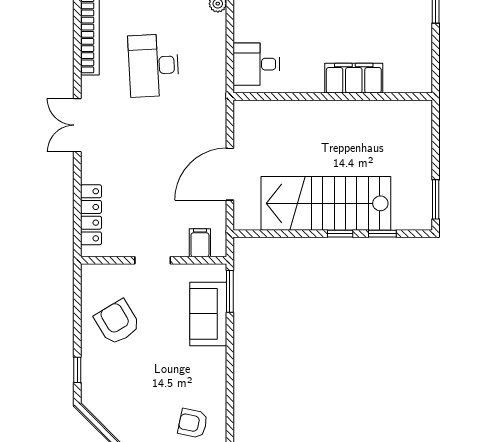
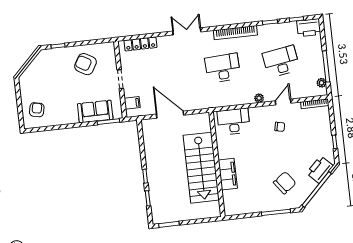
desk: (256, 64) -> (234, 121), width x1.37
stairs: (326, 203) -> (201, 168), moved, turned 180
armchair: (117, 322) -> (86, 64), turned -119

